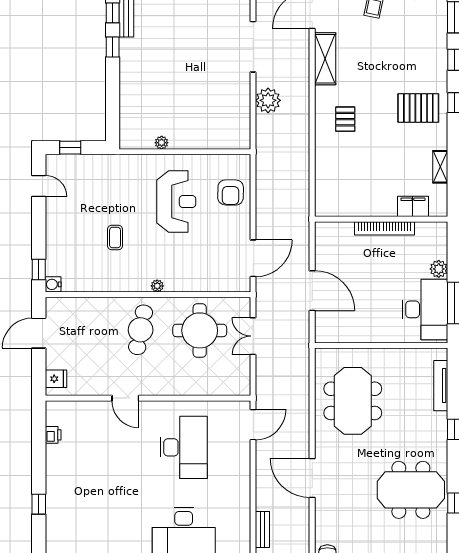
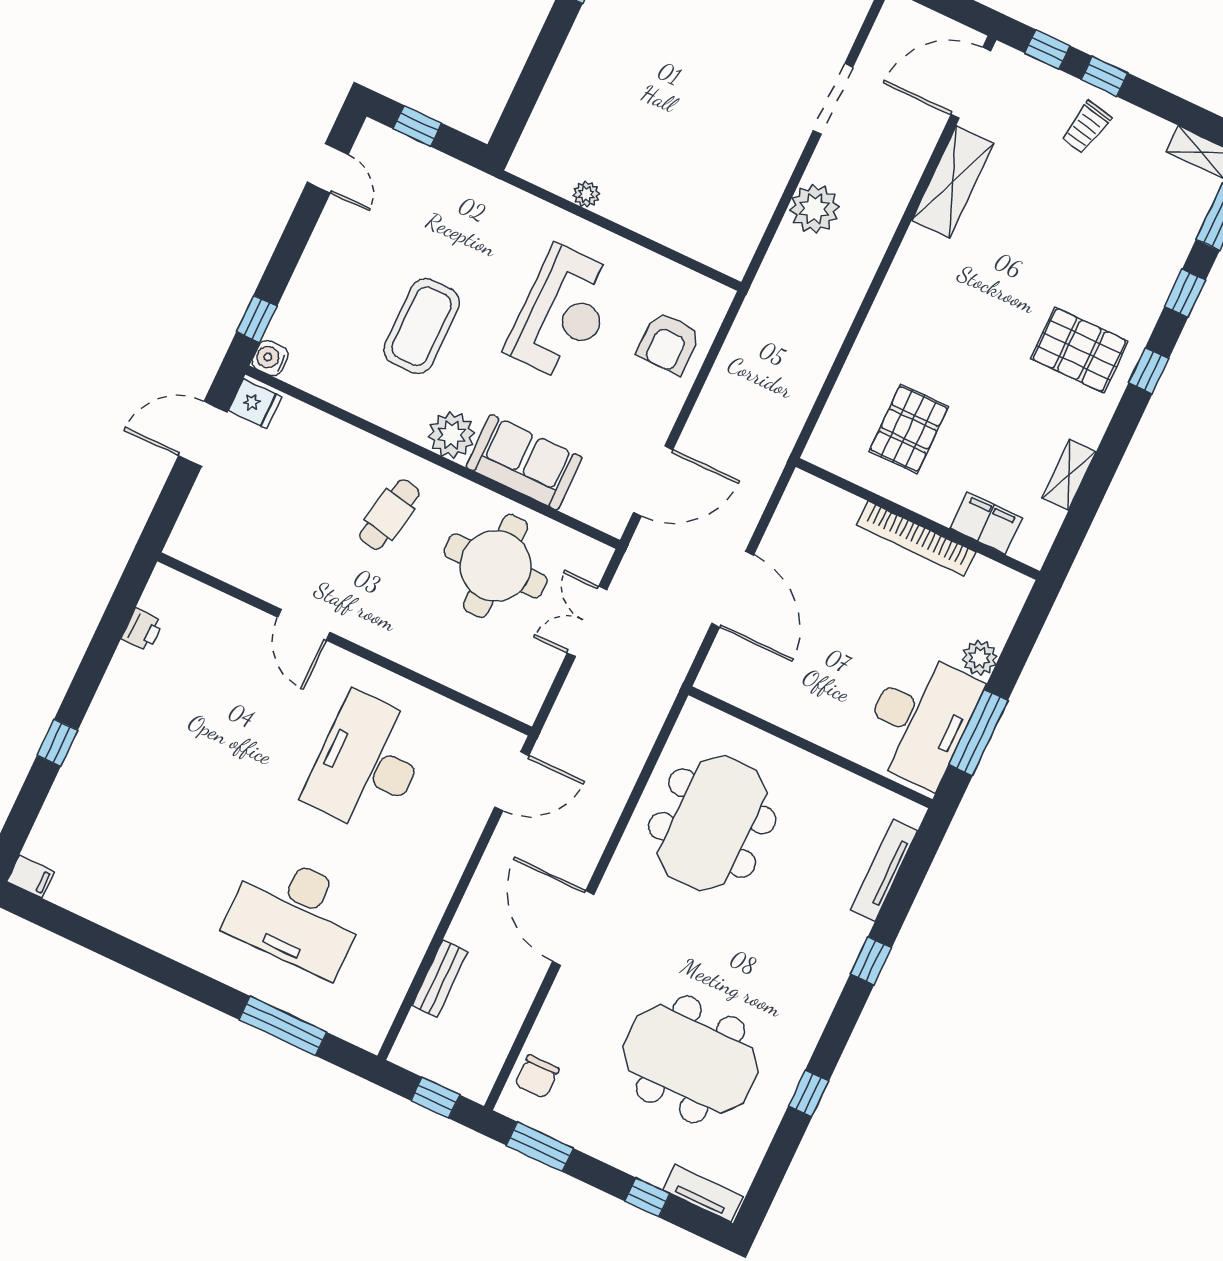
doorway: (253, 47) -> (833, 99), width x0.73
pallet: (345, 119) -> (909, 429), moved, width x1.50, depth x1.42
coffee table: (115, 238) -> (422, 326), width x1.86, depth x1.72
sofa: (190, 277) -> (524, 462), added
plant: (157, 286) -> (452, 435), width x1.88, depth x1.88
cafe table: (141, 330) -> (389, 514), width x0.73, depth x0.74
fridge: (56, 379) -> (255, 404), moved
desk: (184, 447) -> (367, 763), turned 180
meeting table: (411, 490) -> (690, 1059), moved

